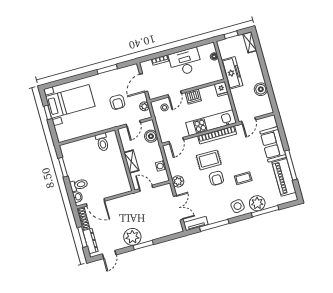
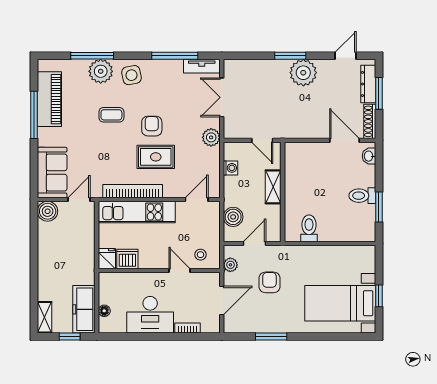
freezer: (232, 73) -> (84, 309), moved
boiler: (261, 89) -> (48, 211), moved
door: (175, 94) -> (180, 271), hinge flipped
dishwasher: (193, 97) -> (127, 259), moved
sofa: (273, 144) -> (52, 172), moved
toilet: (79, 185) -> (362, 196), moved

